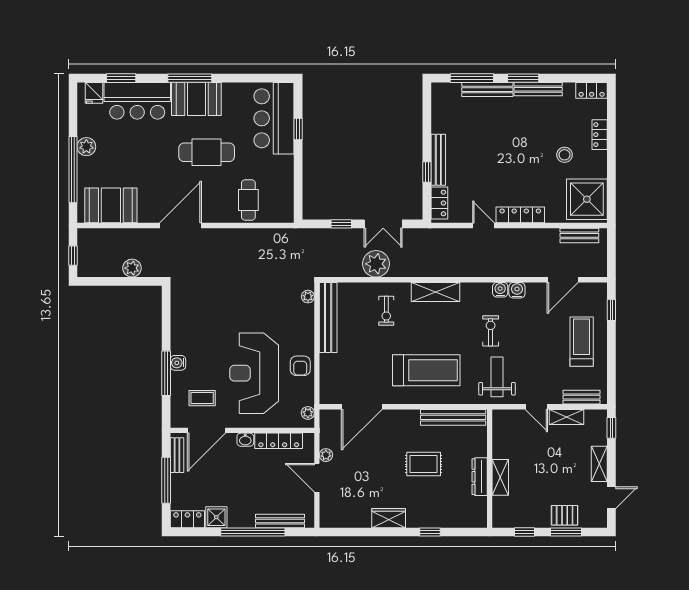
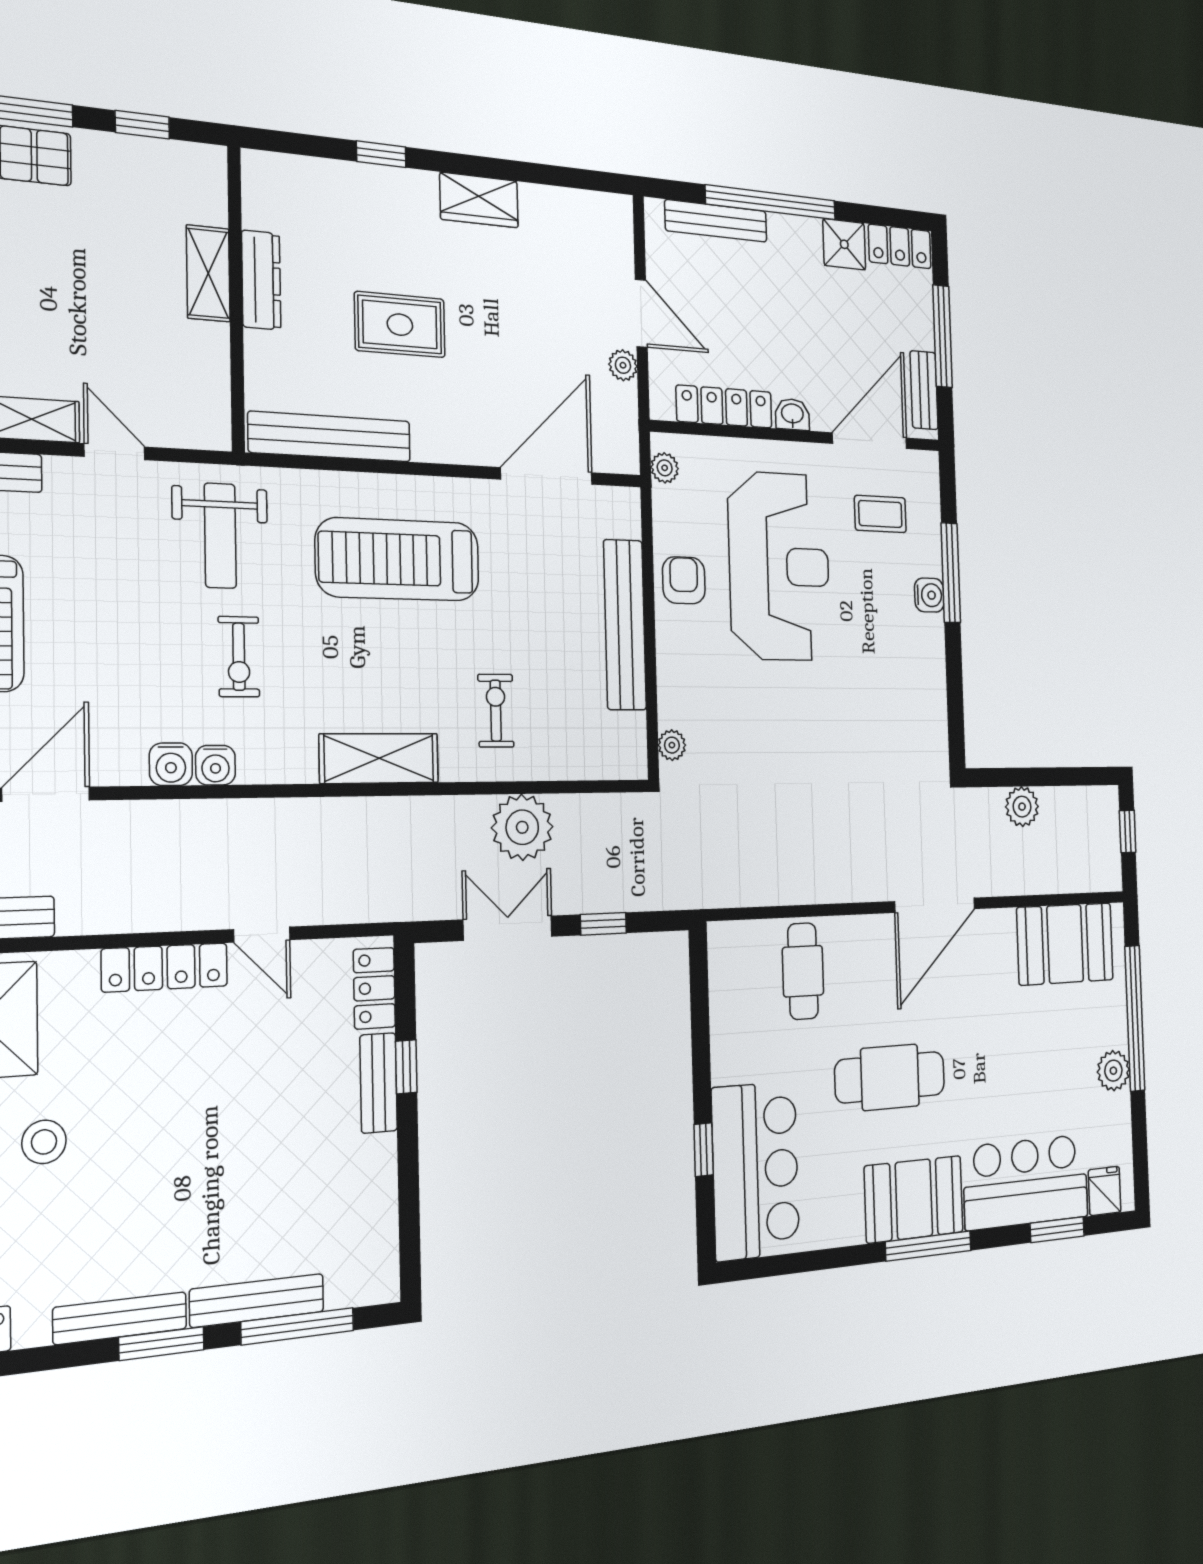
bench: (438, 160) -> (379, 1083), width x0.73
bench: (328, 317) -> (625, 625), moved

